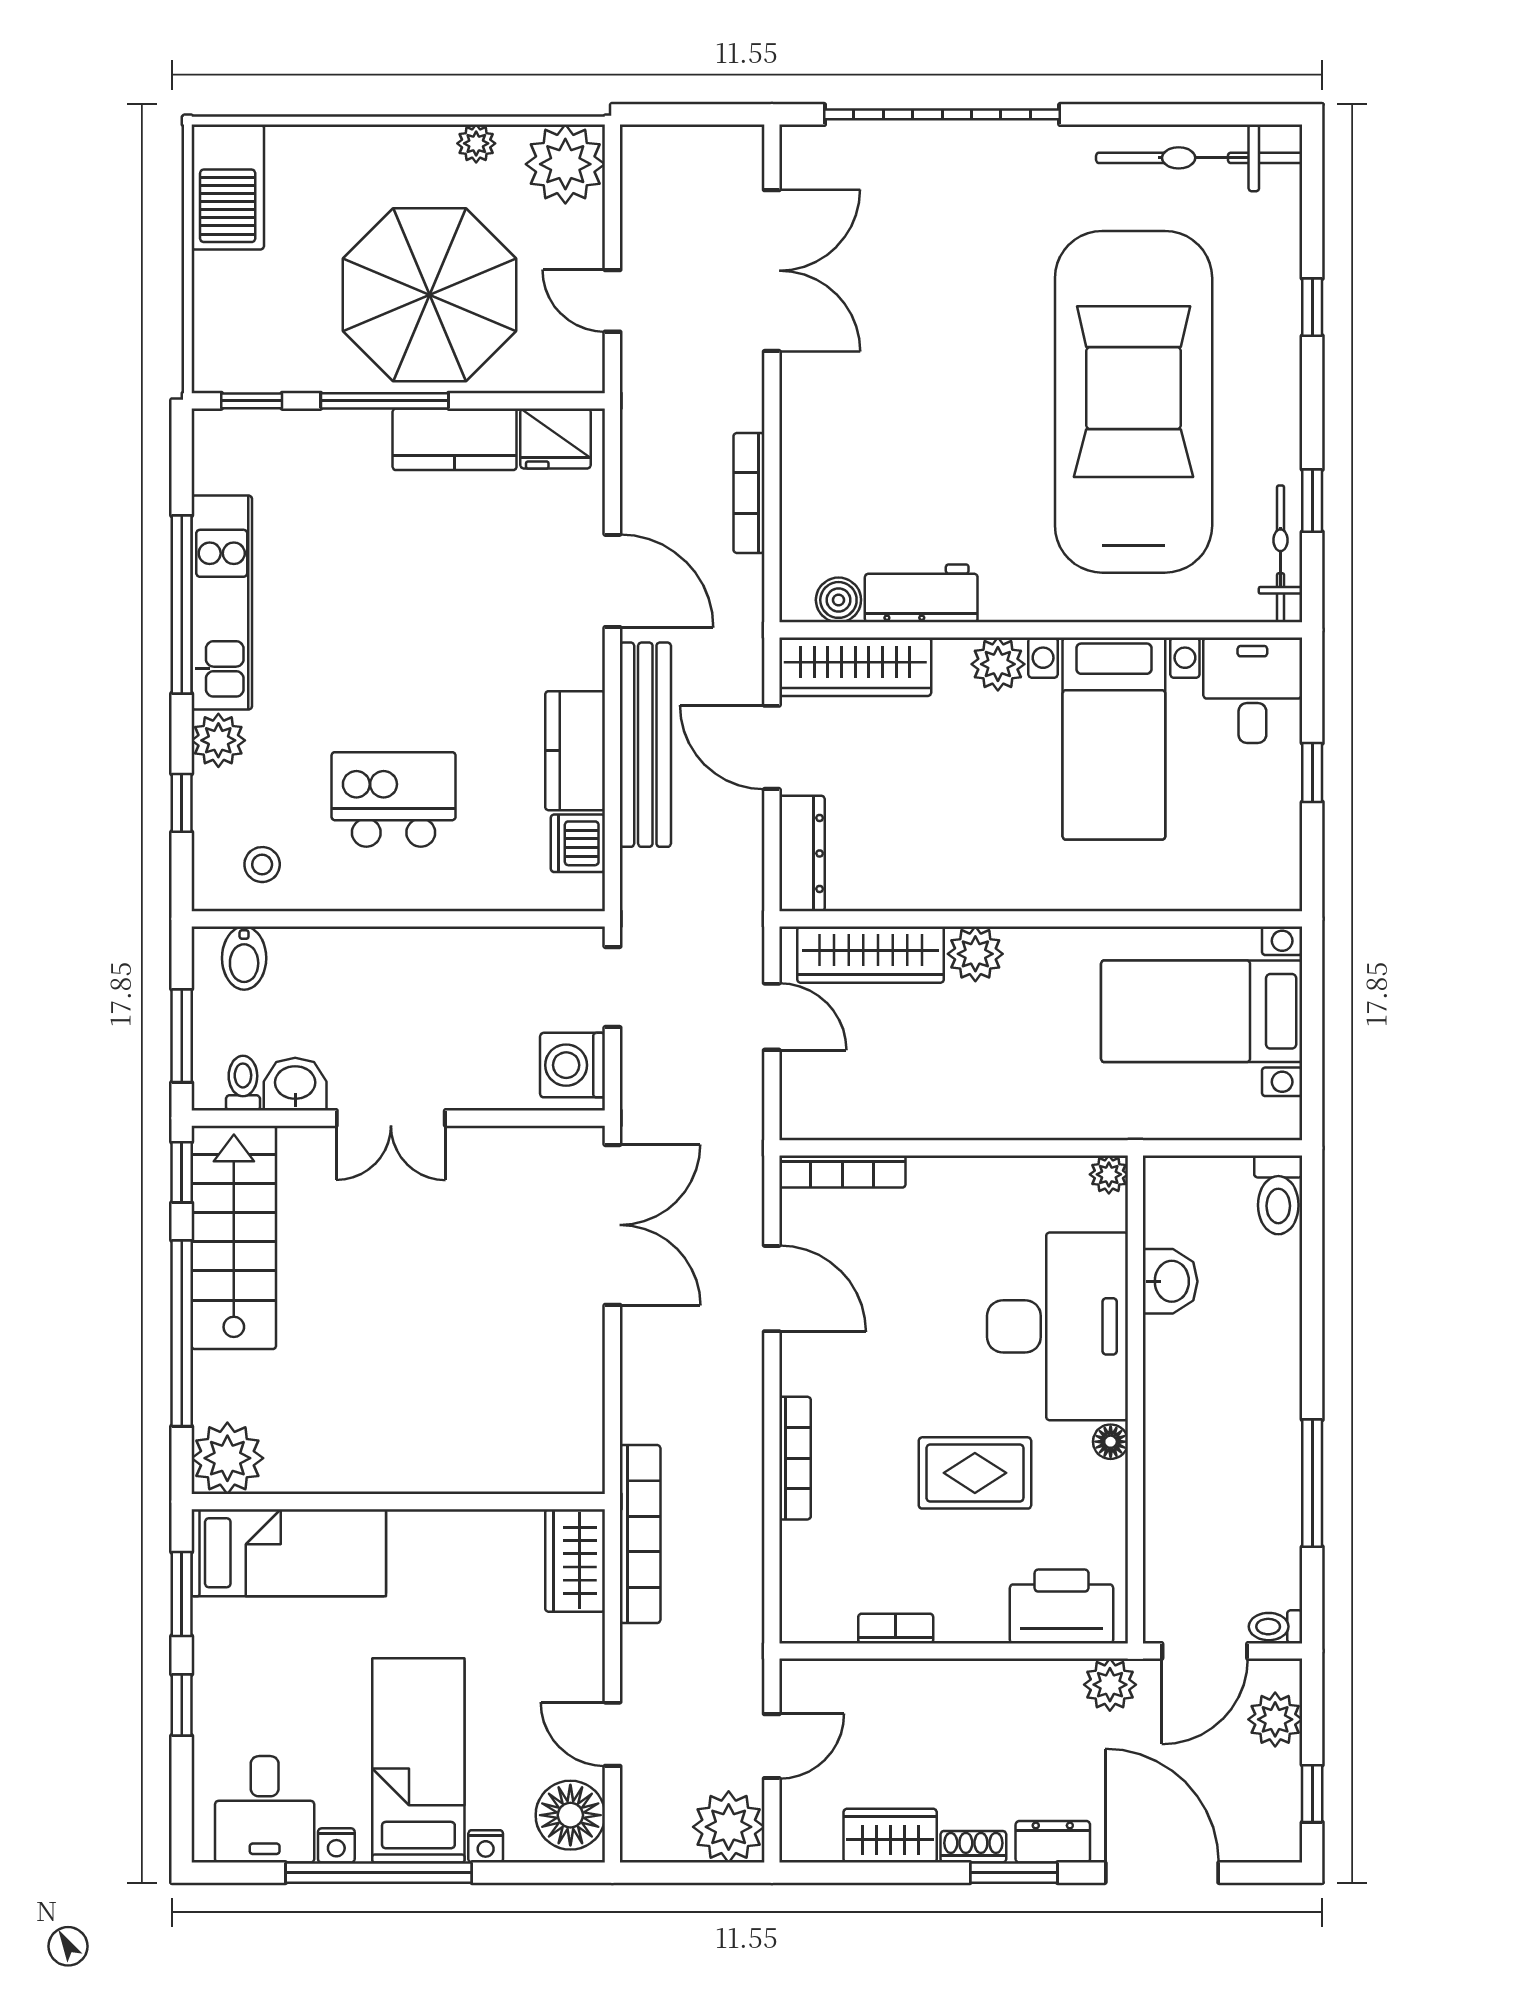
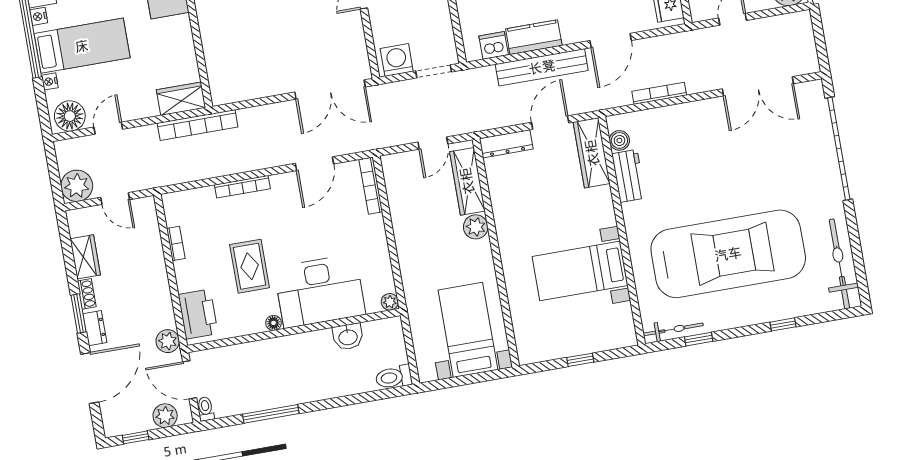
plant: (998, 664) -> (604, 215), removed
desk: (1252, 690) -> (612, 328), removed

